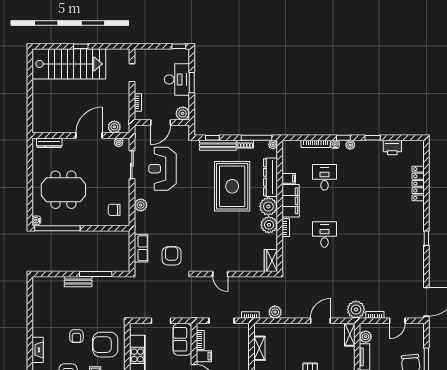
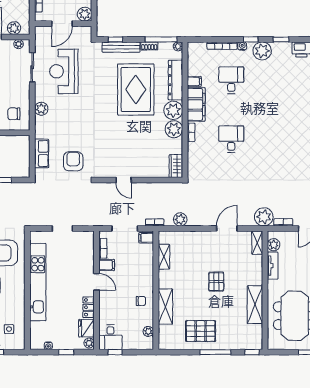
plant: (350, 145) -> (262, 51), width x1.87, depth x1.87
filing cabinet: (242, 330) -> (146, 238), added
sofa: (182, 339) -> (84, 248), removed

